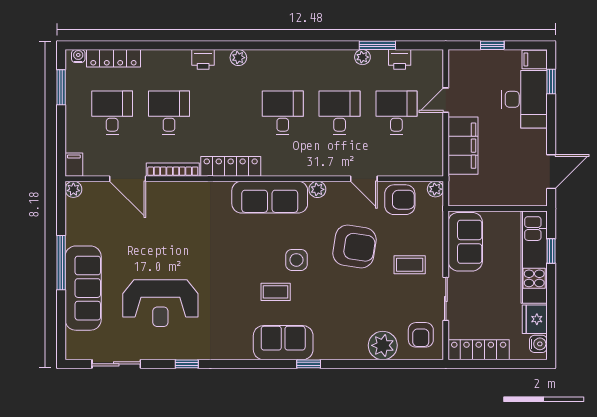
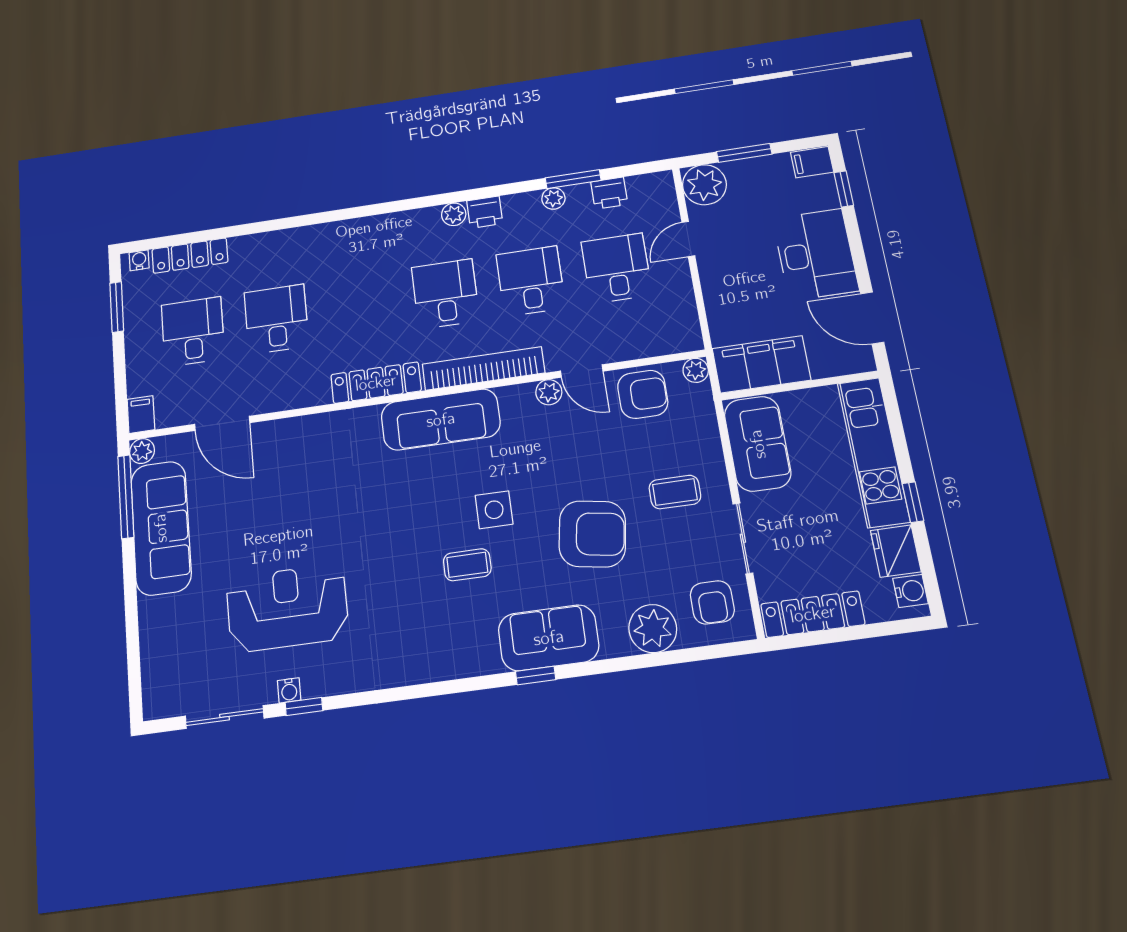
window: (492, 45) -> (744, 153), width x1.50
plant: (238, 58) -> (454, 214), moved
printer: (203, 59) -> (485, 212), moved
plant: (463, 64) -> (704, 185), added
desk: (524, 99) -> (816, 254), moved
filing cabinet: (463, 146) -> (761, 364), moved, turned -90
bookcase: (173, 170) -> (483, 368), moved, width x1.48, depth x1.31
door: (551, 172) -> (872, 318), swing flipped
plant: (317, 189) -> (549, 392), moved
armchair: (355, 246) -> (592, 534), moved
window: (551, 251) -> (913, 502), moved
window: (61, 263) -> (126, 497), moved
sofa: (83, 288) -> (161, 528), moved
reception desk: (160, 303) -> (287, 608), turned 180
sofa: (283, 343) -> (549, 638), moved
water cooler: (158, 353) -> (289, 690), added
window: (187, 364) -> (304, 706), moved

